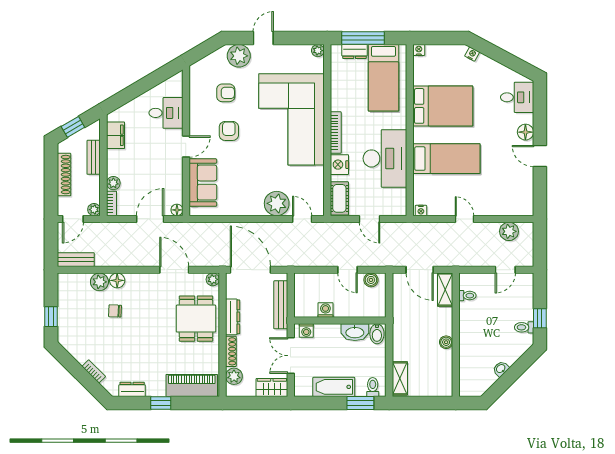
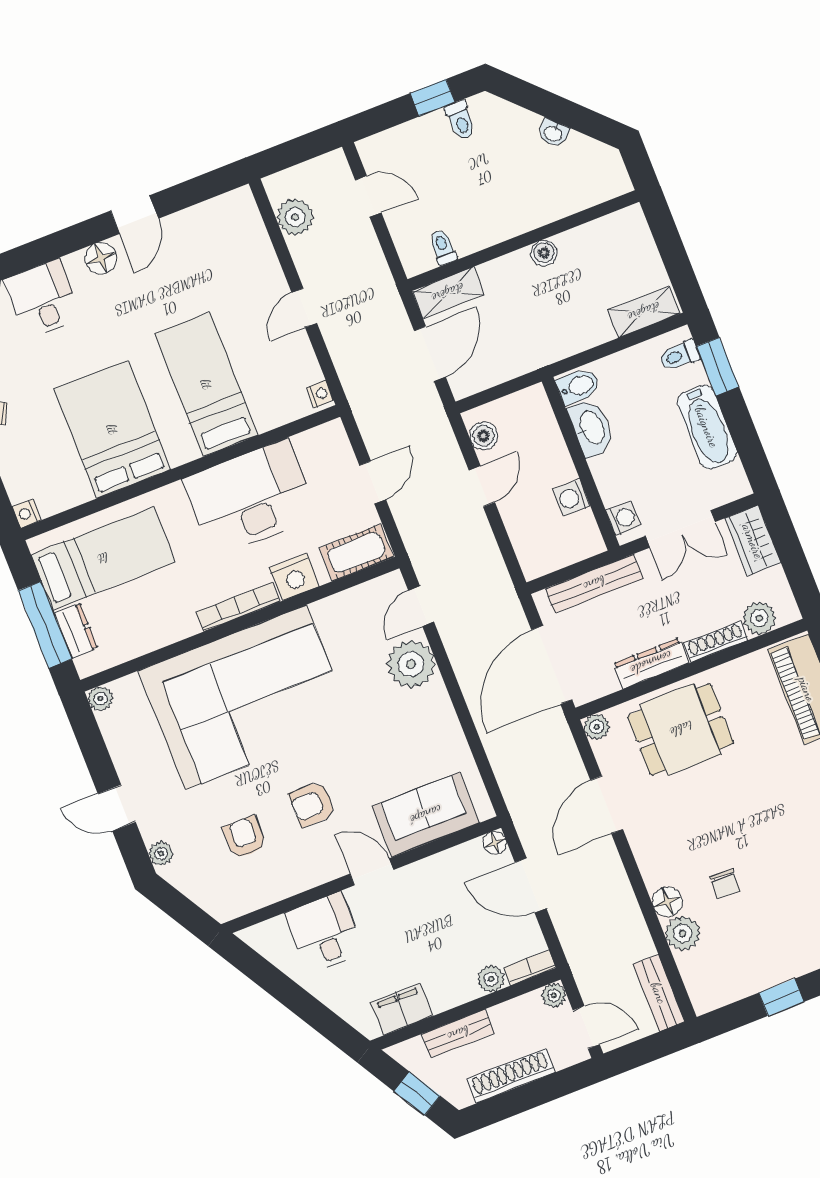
plant: (239, 56) -> (161, 854), width x0.53, depth x0.53

